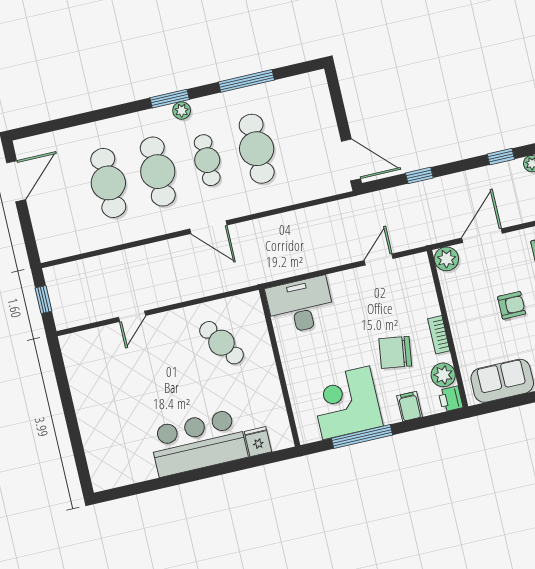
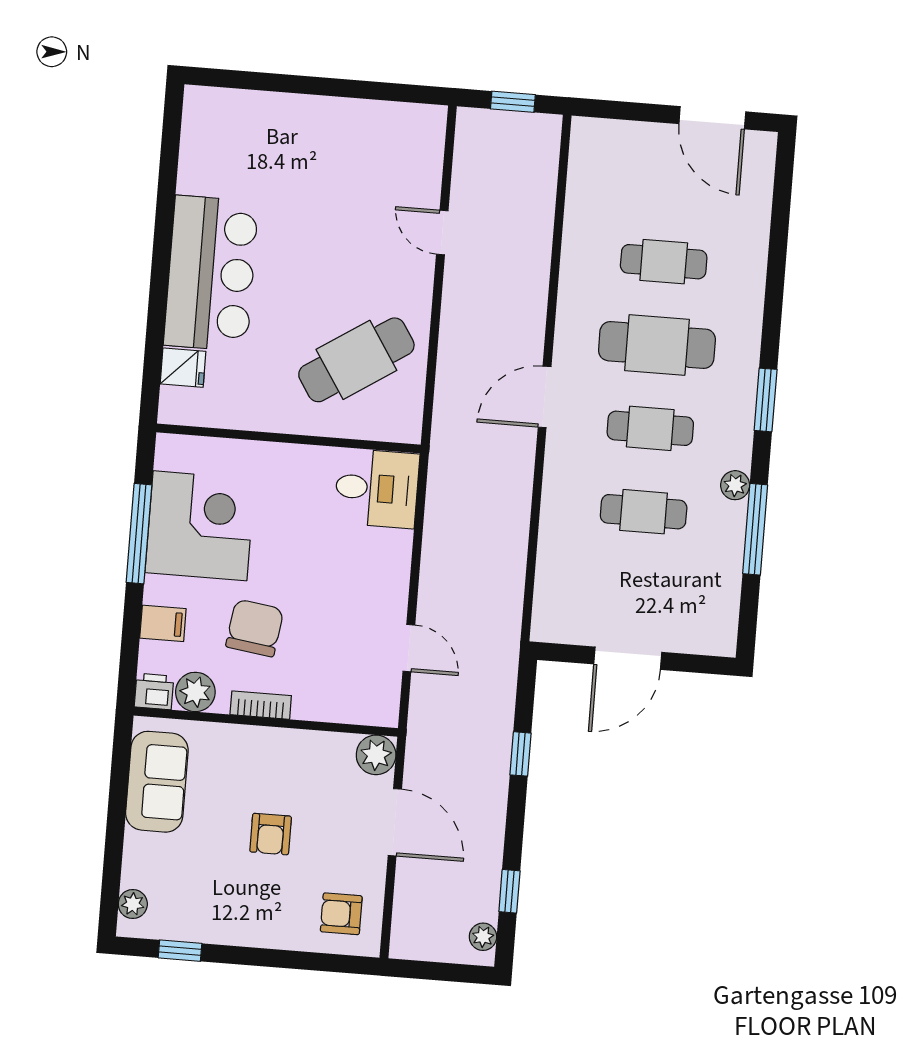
plant: (182, 111) -> (735, 485), moved
cafe table: (257, 149) -> (644, 512), width x0.73, depth x0.74
door: (351, 160) -> (628, 658), moved
cafe table: (108, 183) -> (664, 262), width x0.73, depth x0.74
desk: (300, 305) -> (377, 488), width x0.73
cafe table: (222, 343) -> (356, 360), width x1.37, depth x1.35

